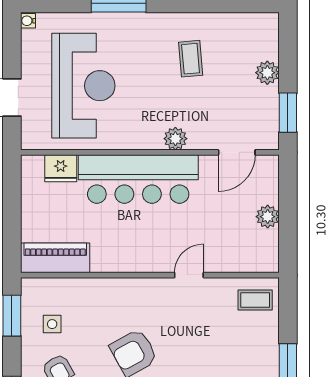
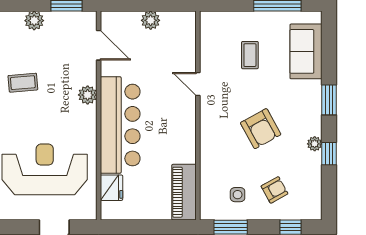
coffee table: (255, 300) -> (250, 55), moved

